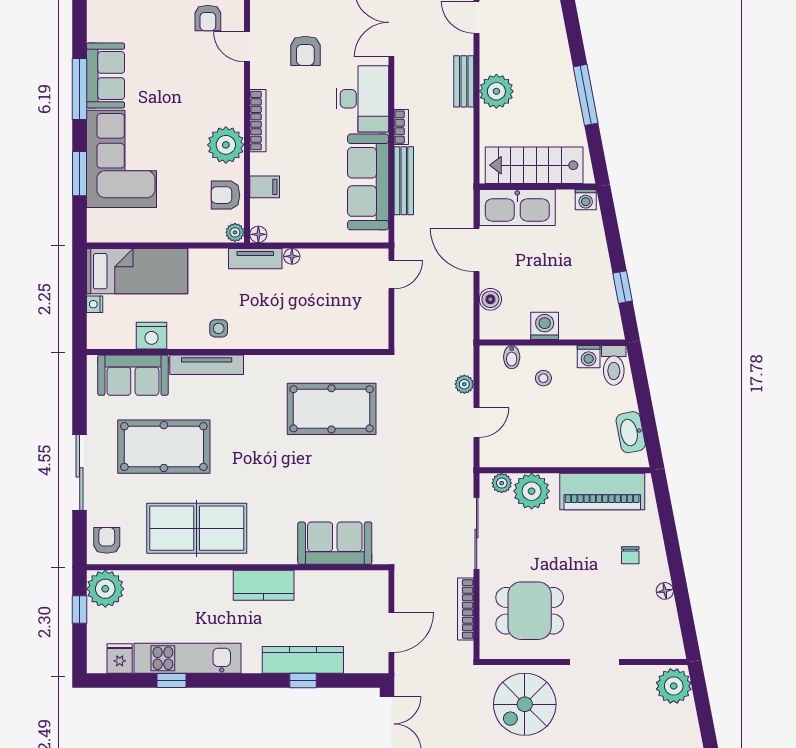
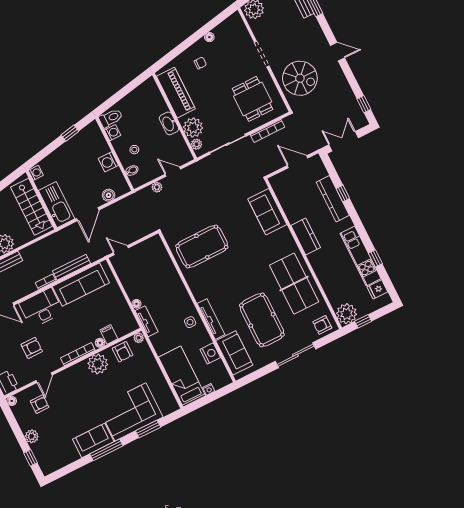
floor lamp: (258, 234) -> (100, 343), moved
pool table: (332, 409) -> (202, 247), turned 90
washbasin: (631, 432) -> (169, 123), moved, turned 101

